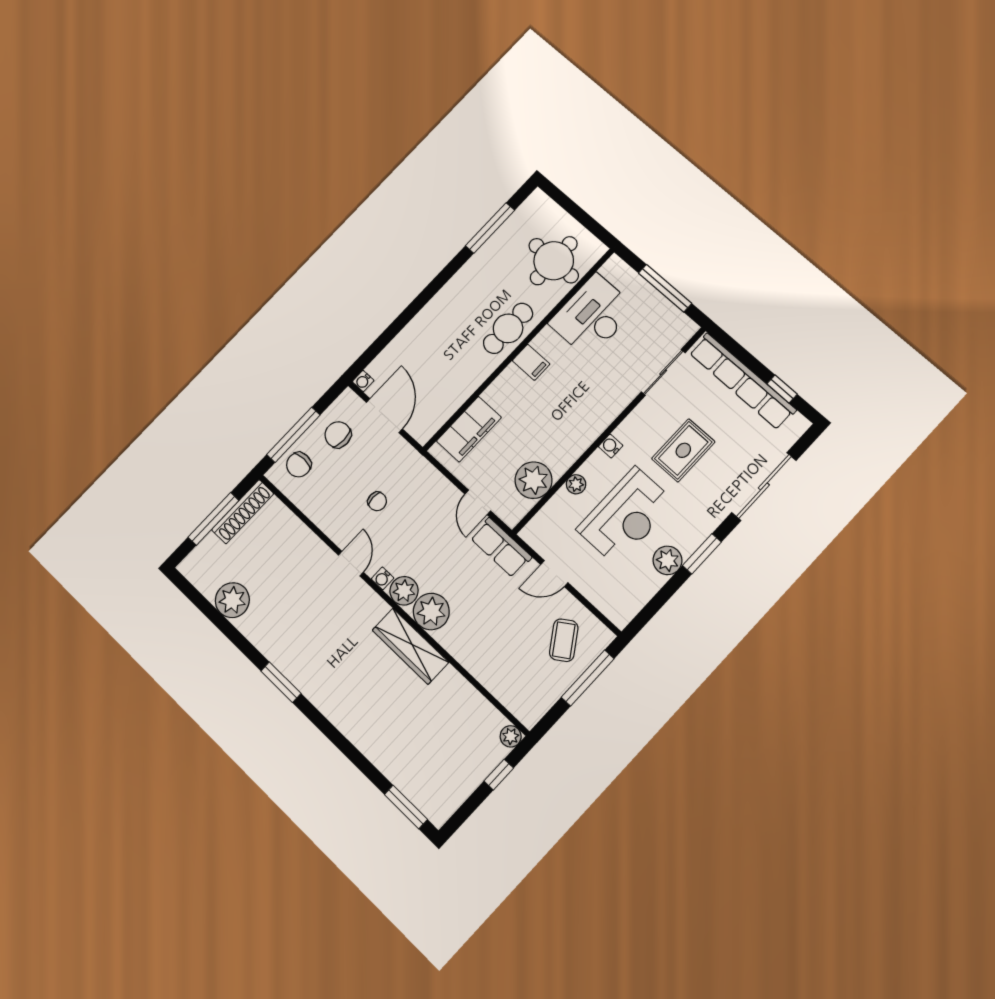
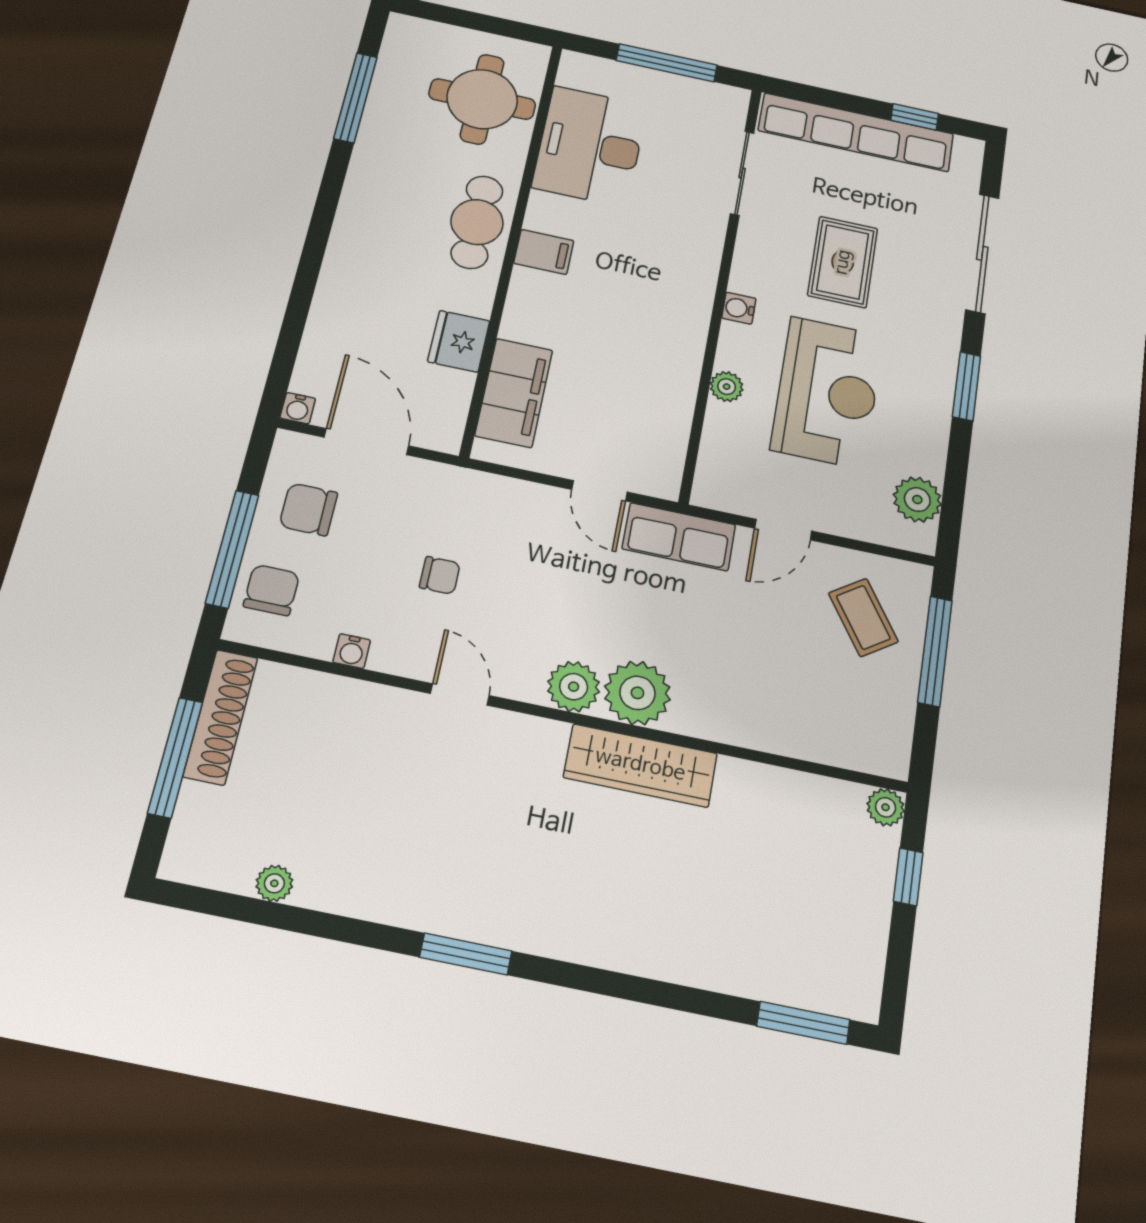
fridge: (459, 388) -> (459, 341), added
chair: (299, 465) -> (271, 590), turned 180
plant: (533, 480) -> (661, 414), removed
plant: (667, 560) -> (917, 500), moved
water cooler: (383, 578) -> (352, 651), moved
plant: (232, 600) -> (274, 883), width x0.53, depth x0.53

